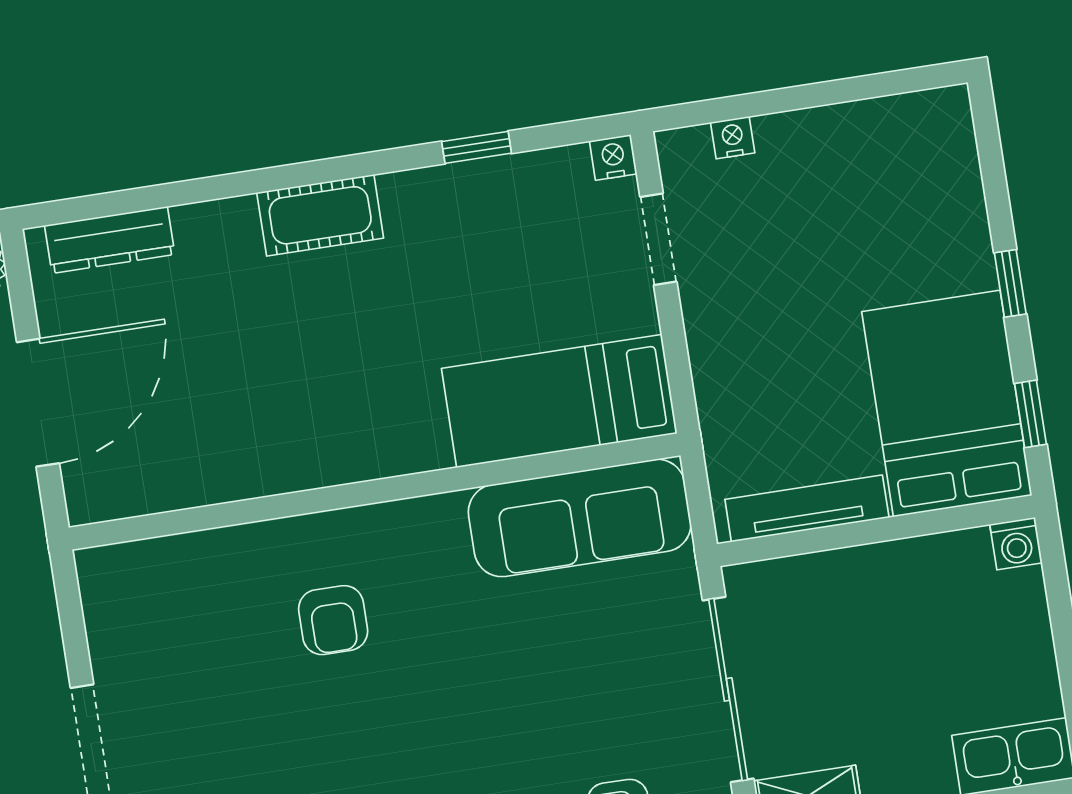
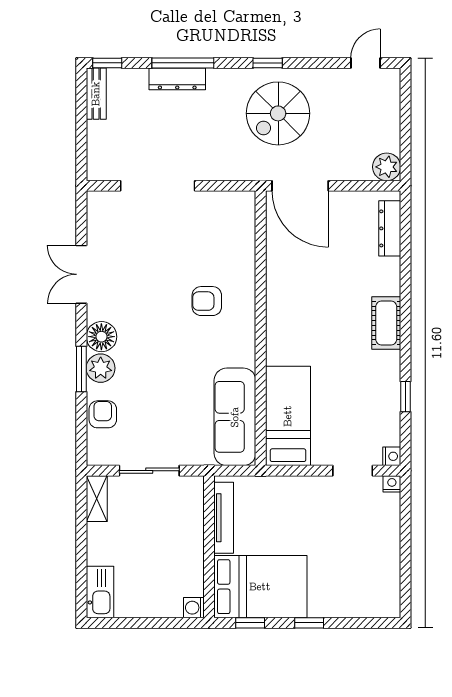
nightstand: (733, 138) -> (392, 484), moved, turned -90
door: (38, 403) -> (300, 186), moved
sliding door: (728, 689) -> (149, 471), width x0.73

